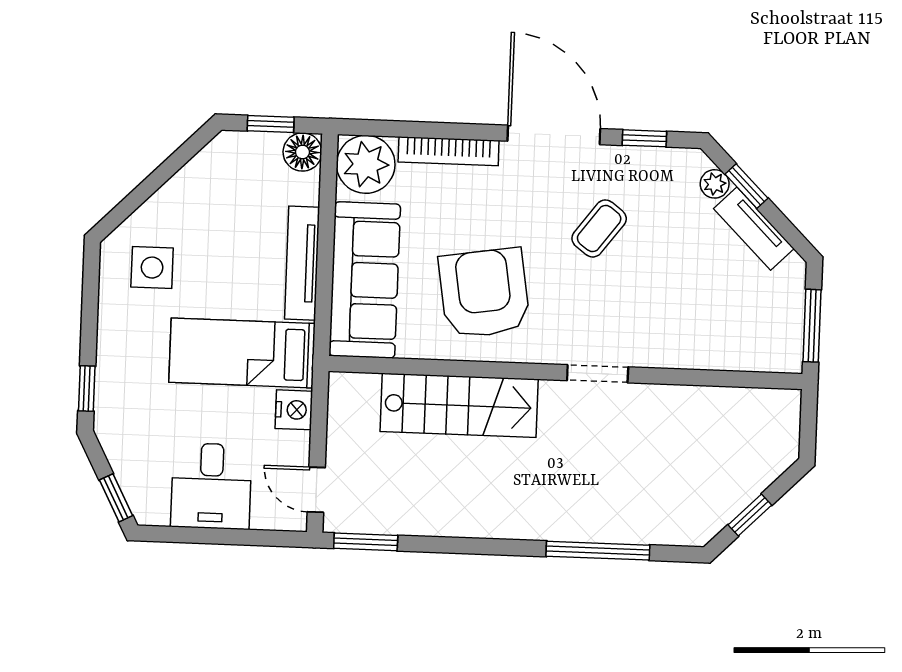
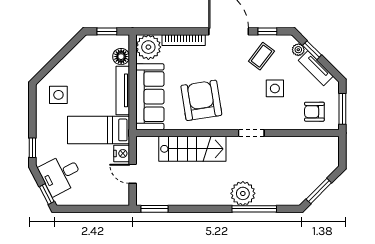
floor lamp: (302, 152) -> (121, 57), moved
coffee table: (599, 228) -> (261, 56), moved
side table: (657, 272) -> (275, 88), added
armchair: (747, 330) -> (314, 112), added
desk: (211, 486) -> (61, 174), moved, turned 63
door: (316, 490) -> (133, 174), moved
plant: (573, 514) -> (243, 193), added
window: (750, 515) -> (319, 191), width x1.50

